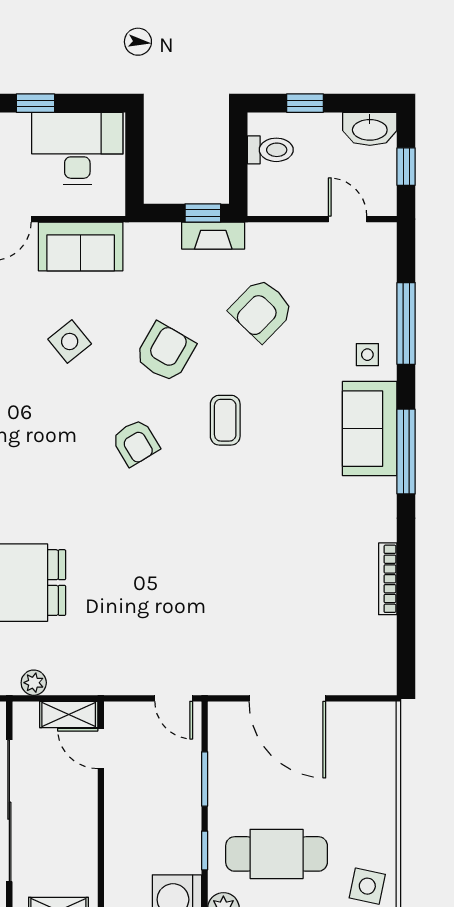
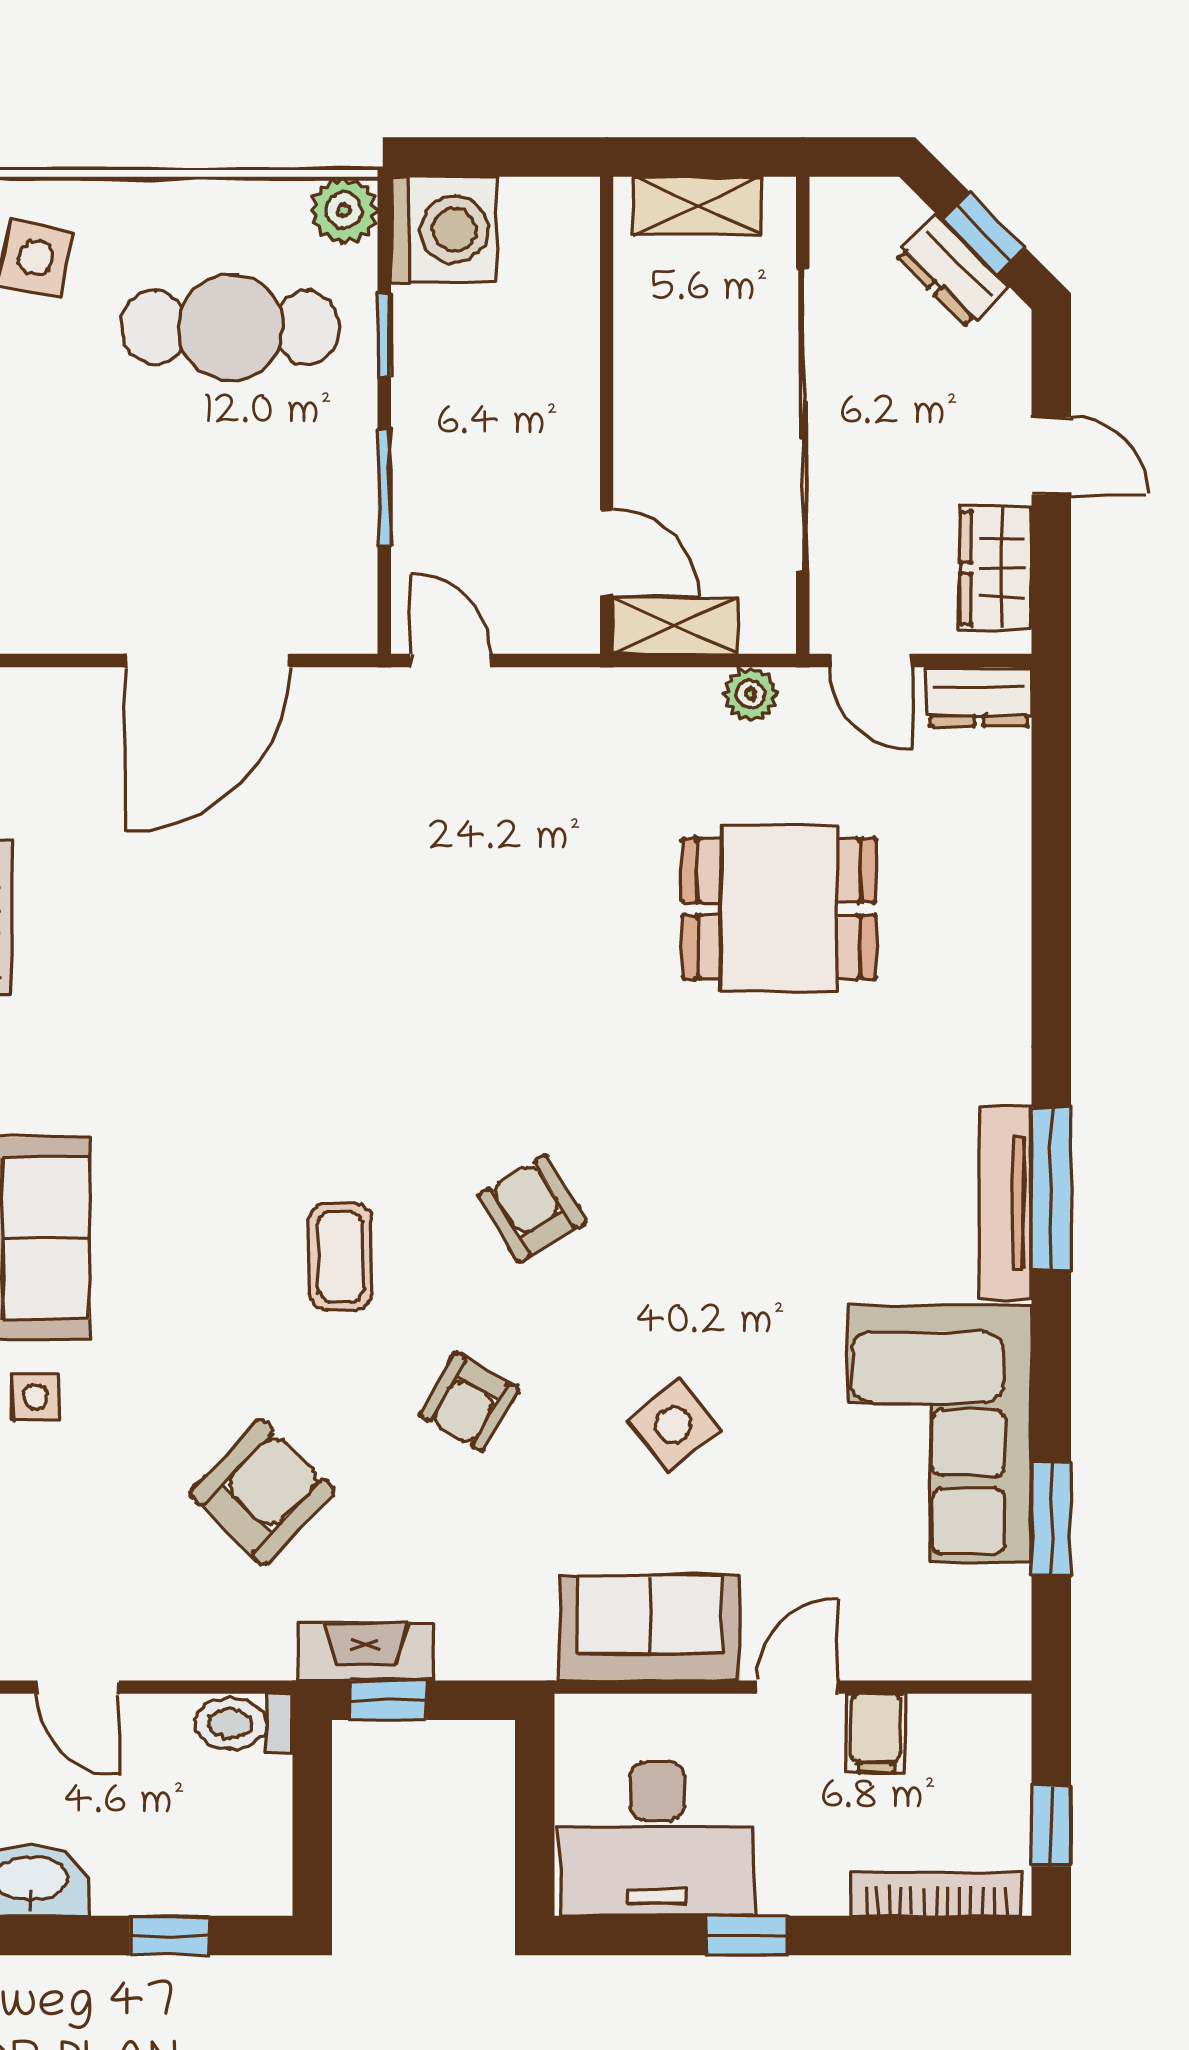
toilet: (270, 150) -> (244, 1724), moved
armchair: (165, 352) -> (469, 1402), width x0.72, depth x0.72
door: (287, 698) -> (207, 661), swing flipped

